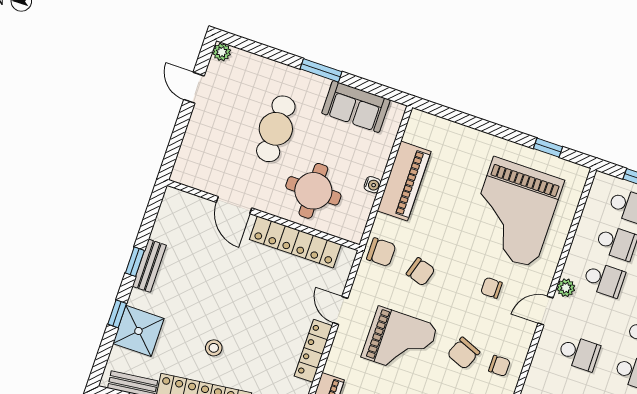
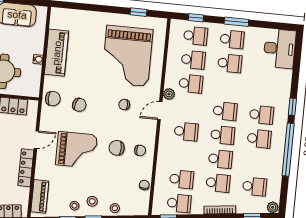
door: (340, 310) -> (36, 140), swing flipped
chair: (464, 353) -> (117, 148), turned 68

